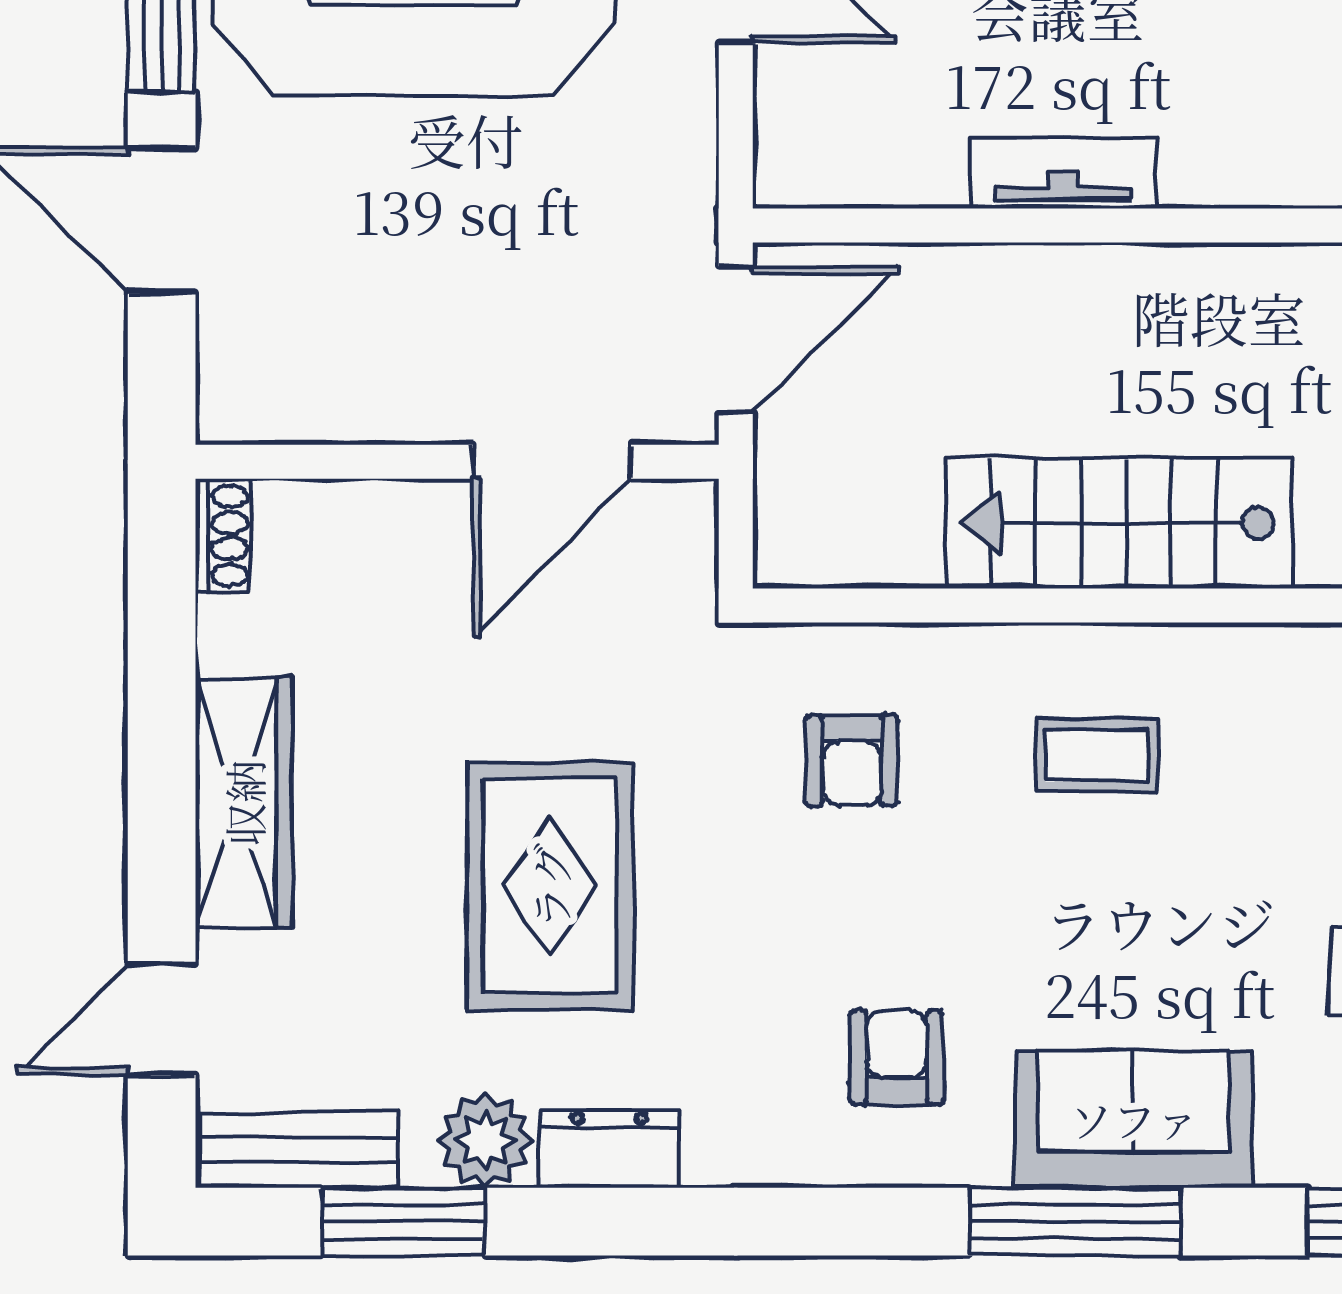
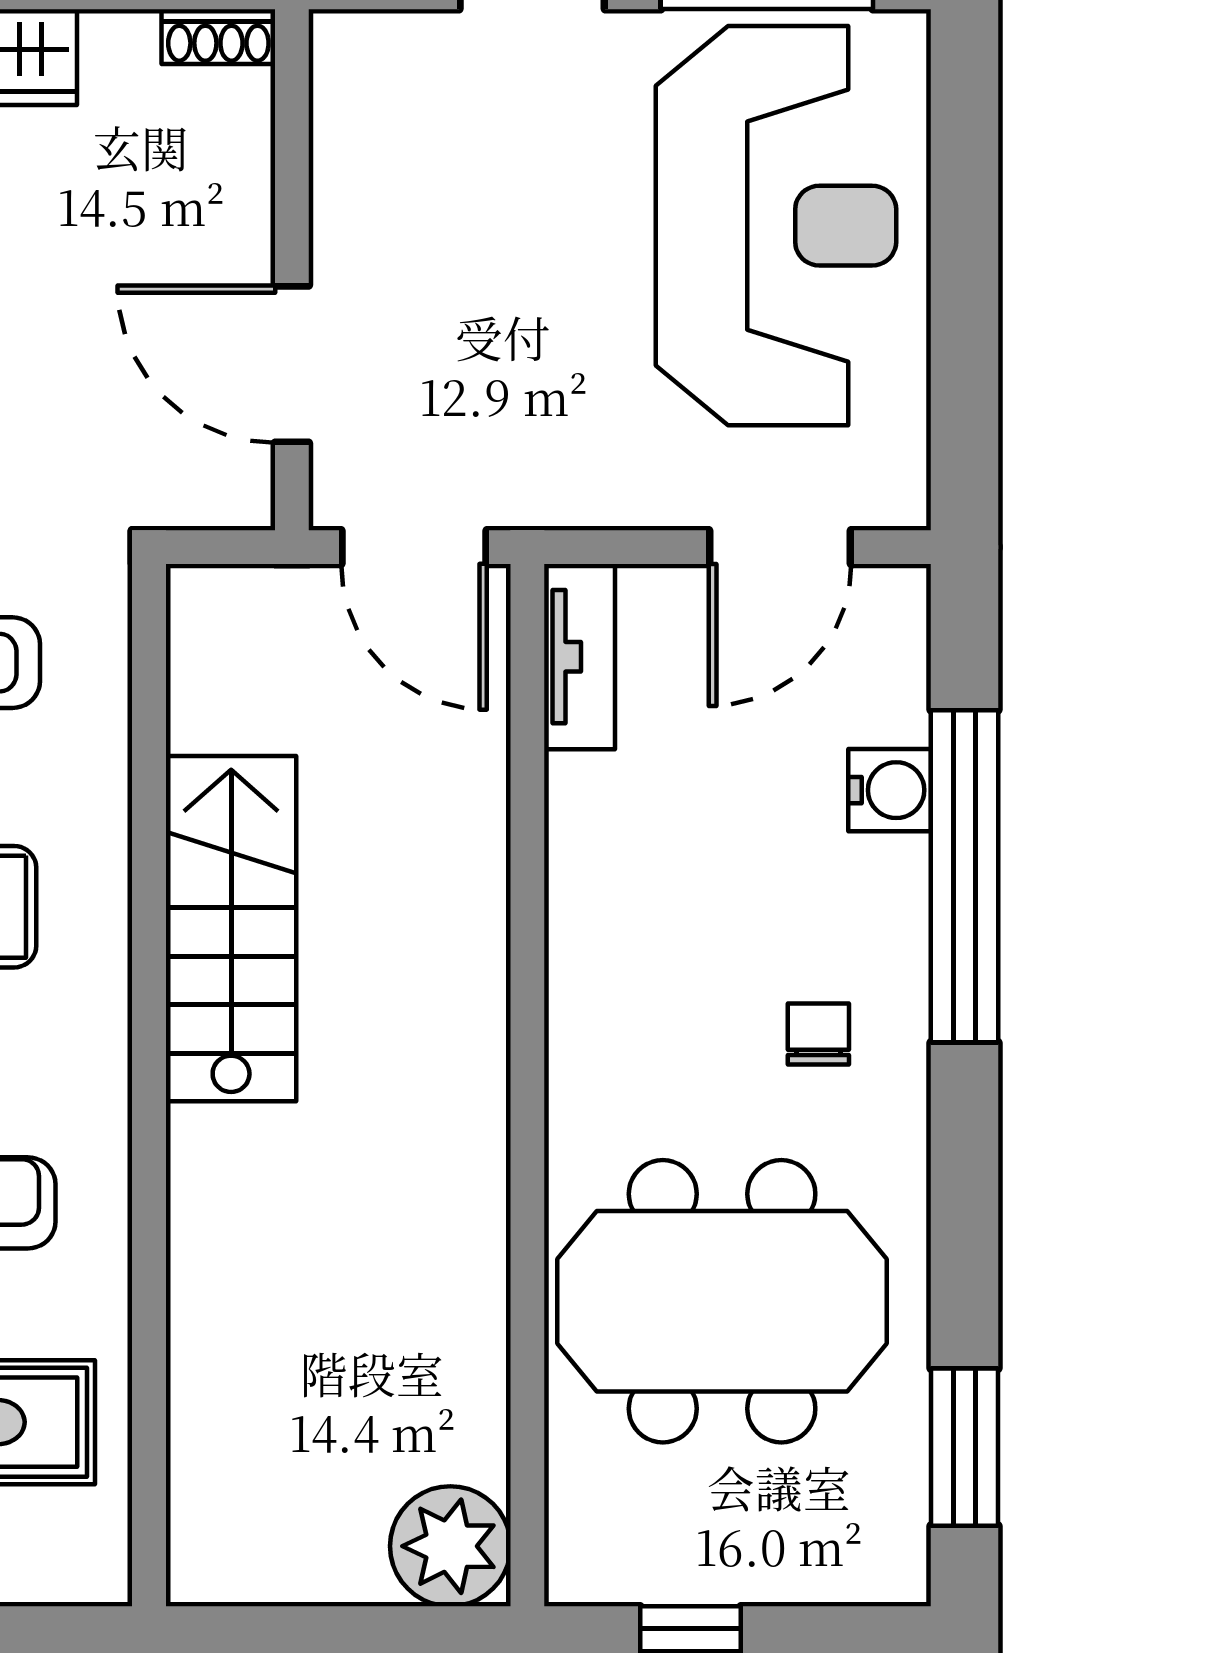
tv unit: (1063, 173) -> (580, 657), moved

